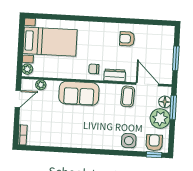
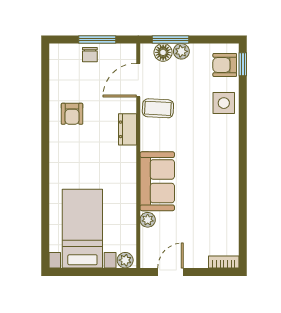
chair: (94, 69) -> (90, 55), moved
plant: (41, 85) -> (148, 220), moved
door: (18, 99) -> (170, 272), hinge flipped
plant: (160, 118) -> (181, 51), width x0.53, depth x0.53

